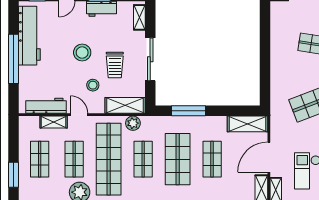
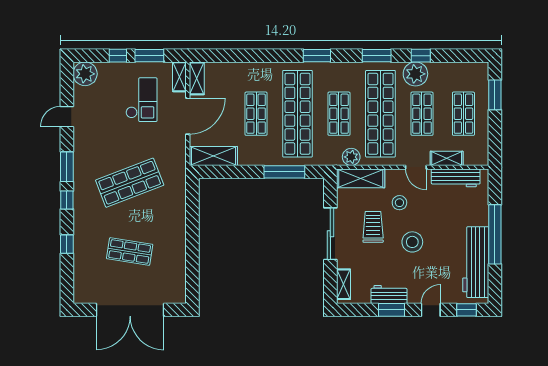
shop shelf: (178, 159) -> (297, 114), width x1.40

